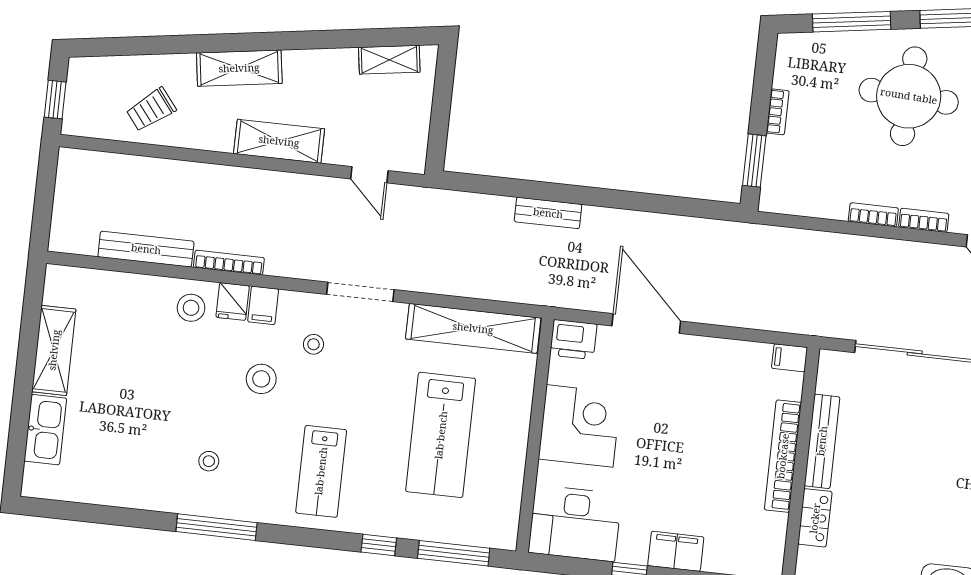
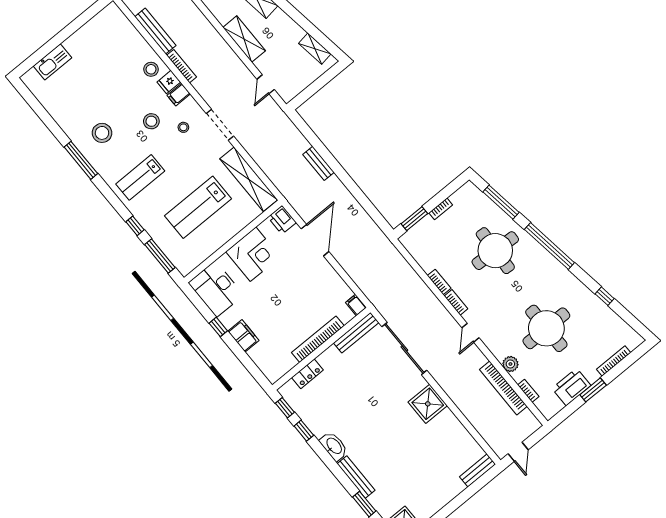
shelving: (54, 350) -> (84, 35), removed
bench: (822, 441) -> (356, 333), moved
stool: (209, 461) -> (102, 133), width x1.89, depth x1.89

